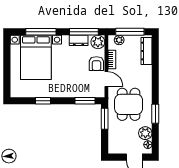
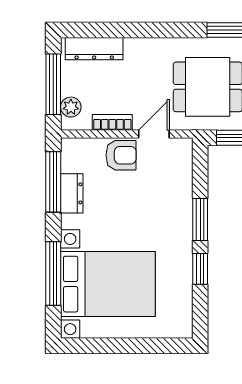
plant: (98, 42) -> (75, 152), removed
window: (85, 101) -> (200, 220), moved

